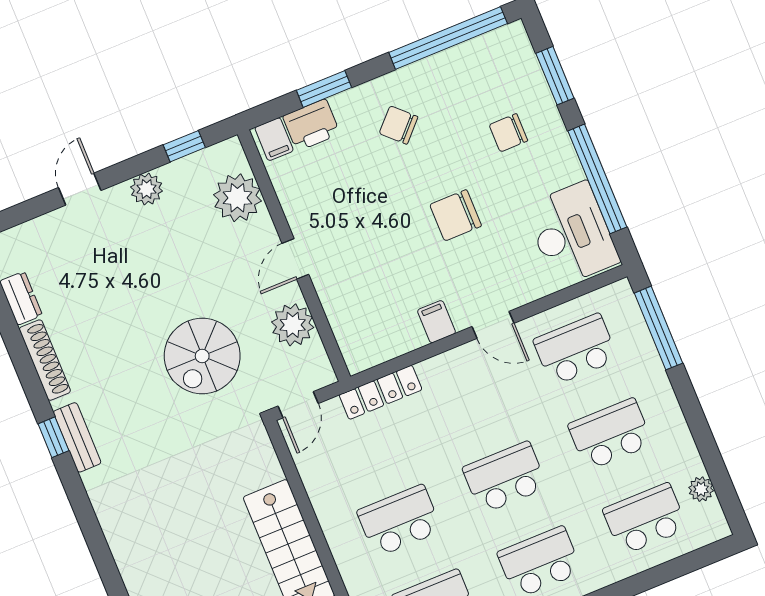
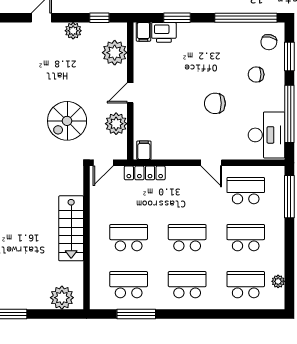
chair: (399, 125) -> (269, 42), moved, turned -122
filing cabinet: (436, 322) -> (144, 150), moved

